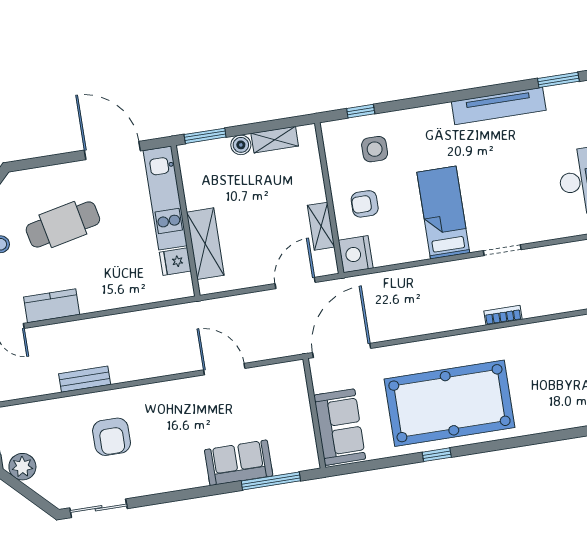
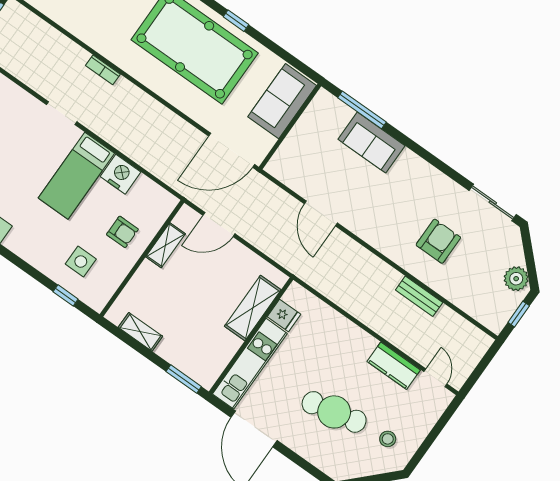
boiler: (241, 145) -> (166, 350), removed
nightstand: (356, 254) -> (120, 174), moved, turned -90

